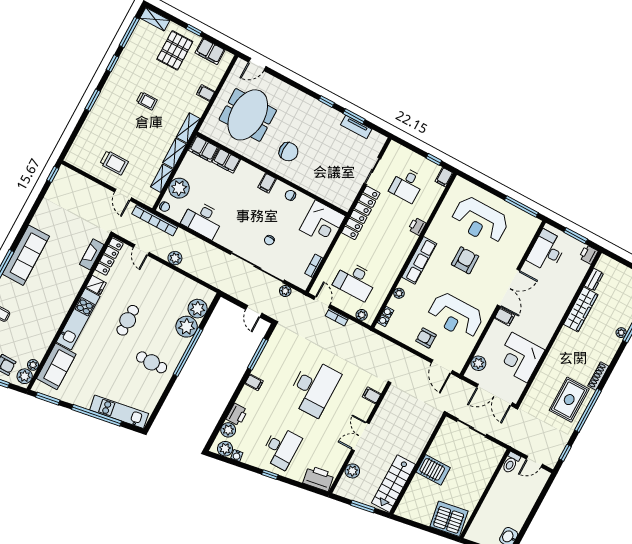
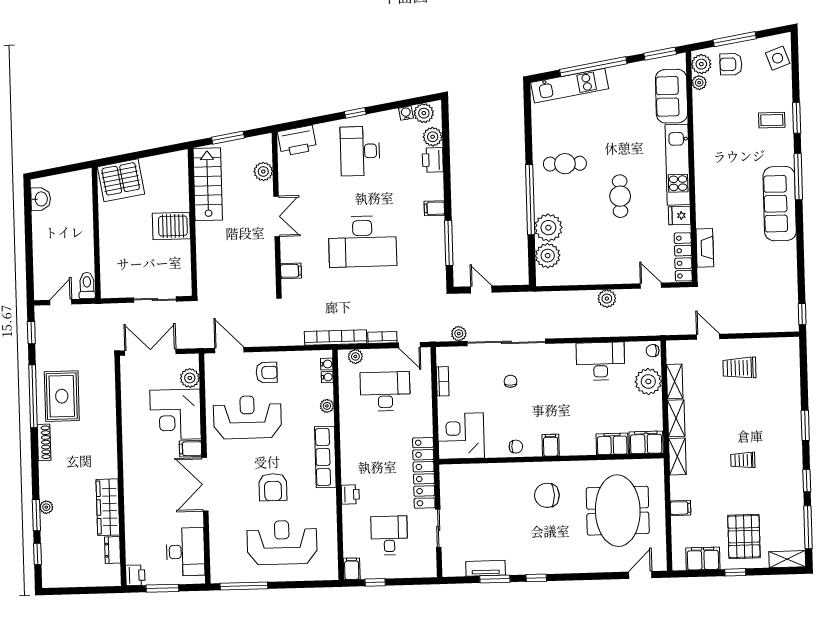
bookcase: (155, 220) -> (336, 337), moved
corner desk: (520, 357) -> (175, 414), moved, turned 180
desk: (314, 388) -> (363, 241), turned -90

